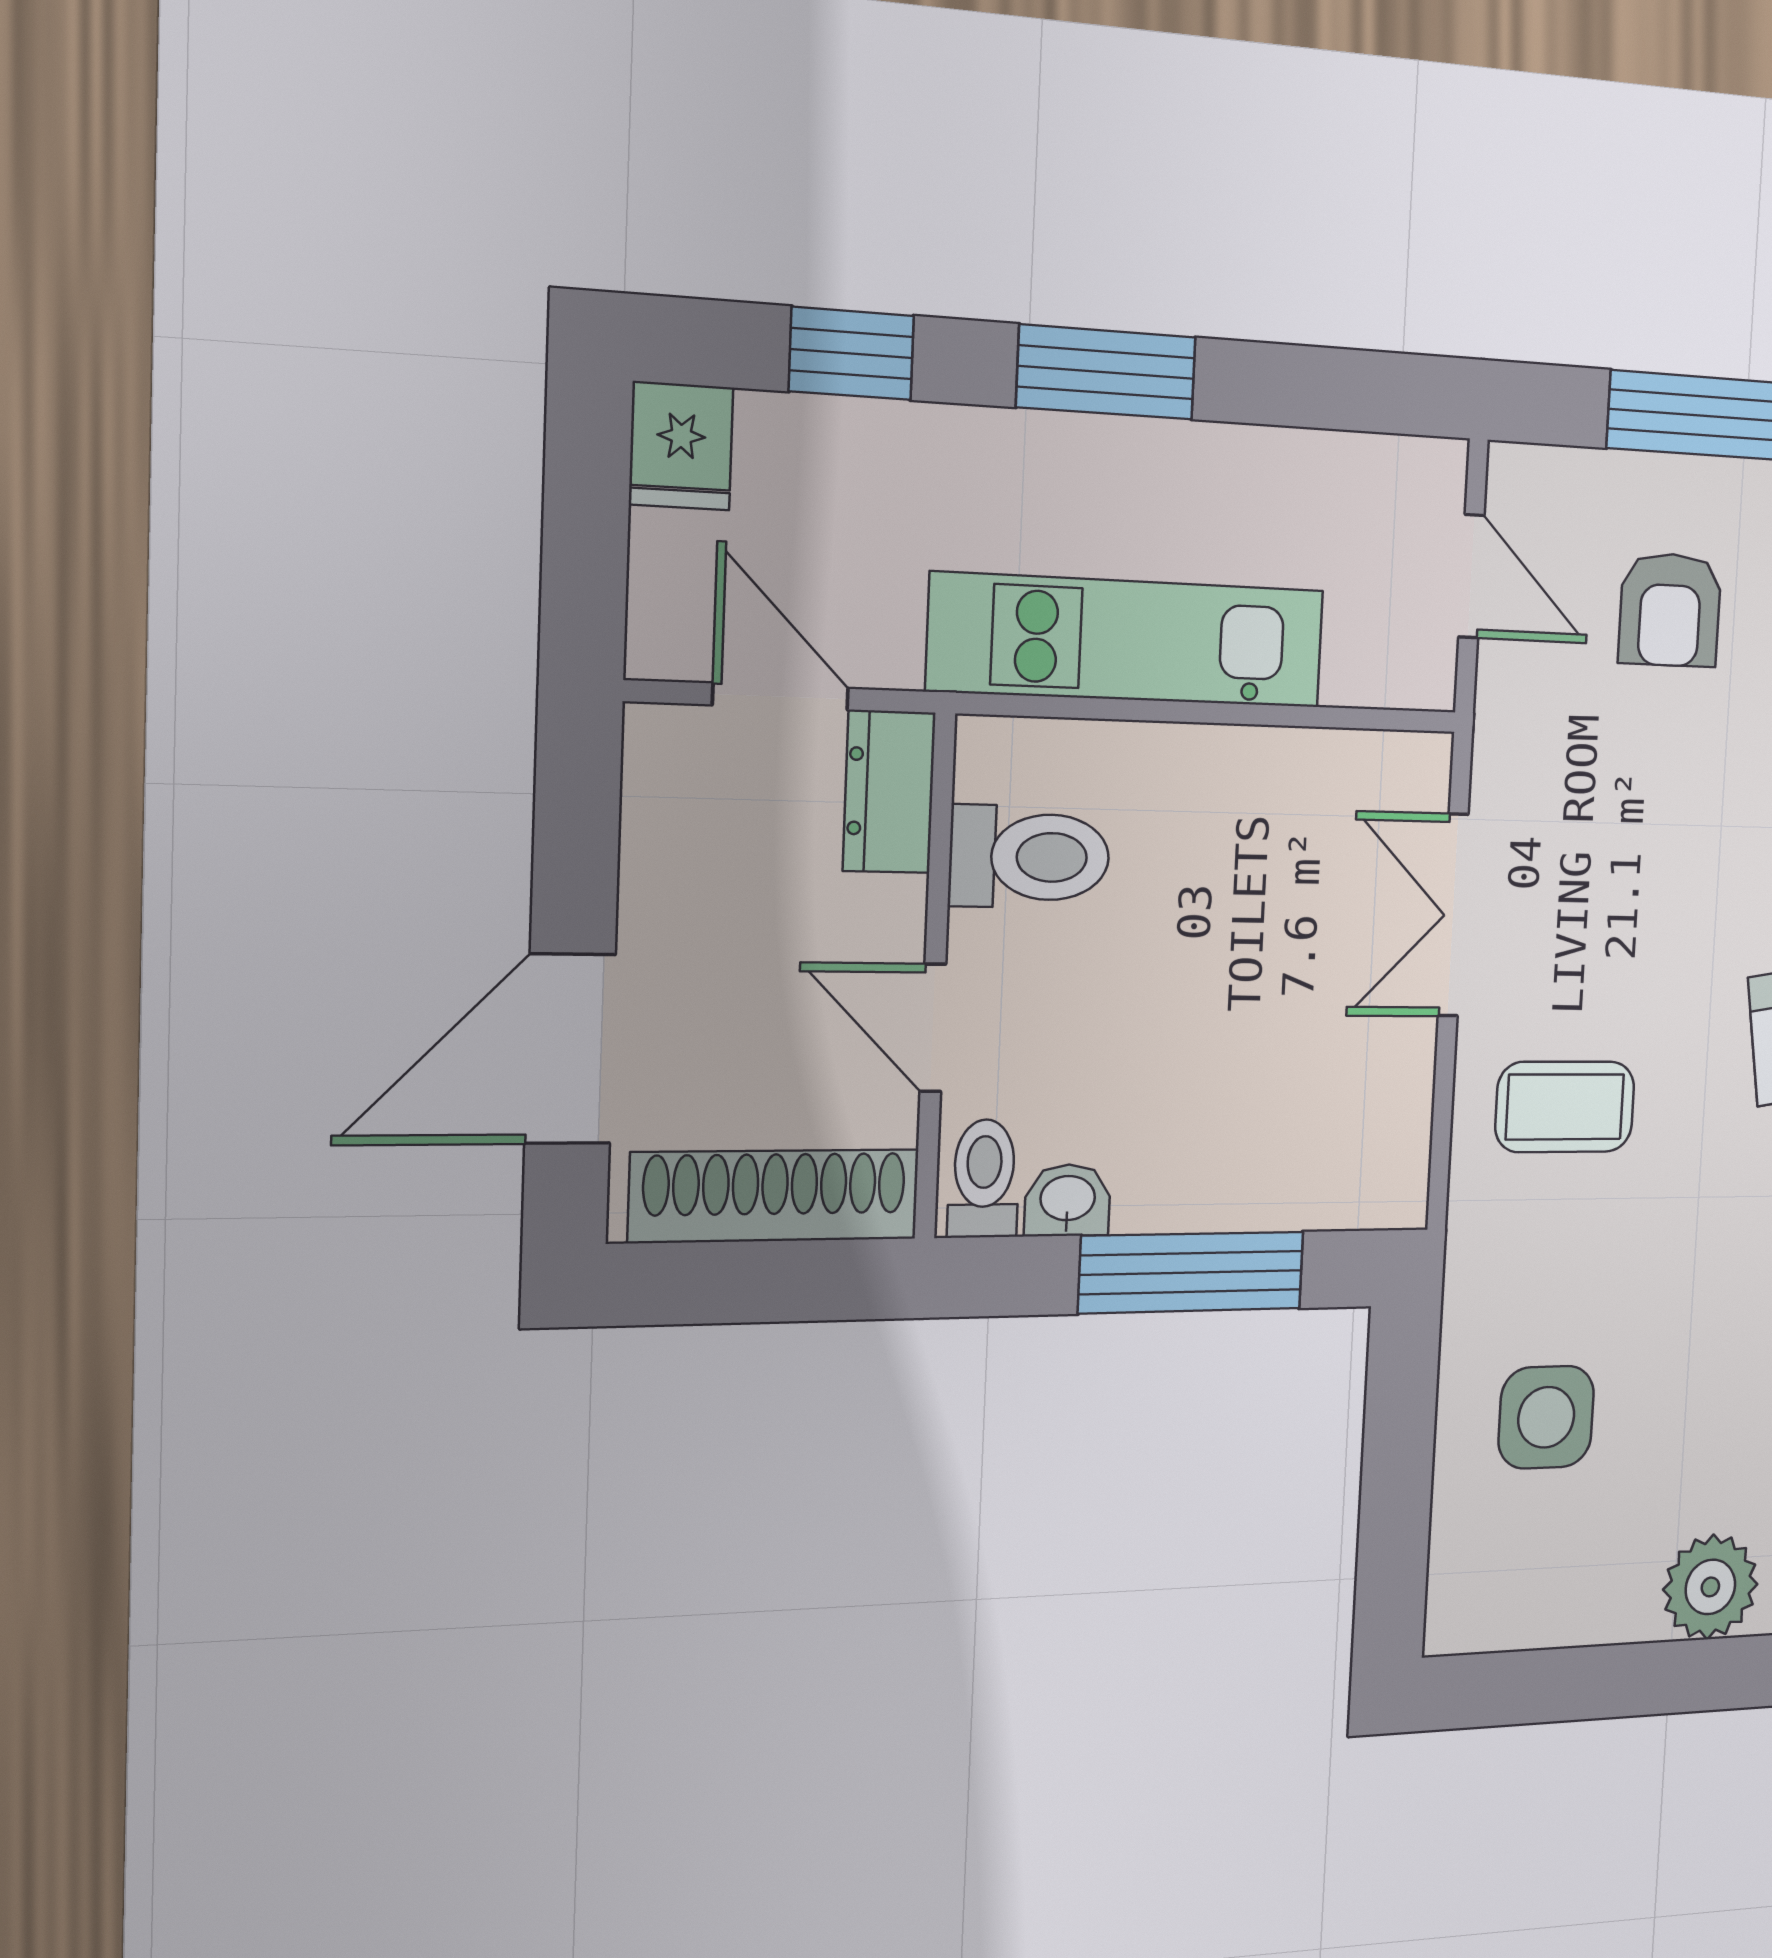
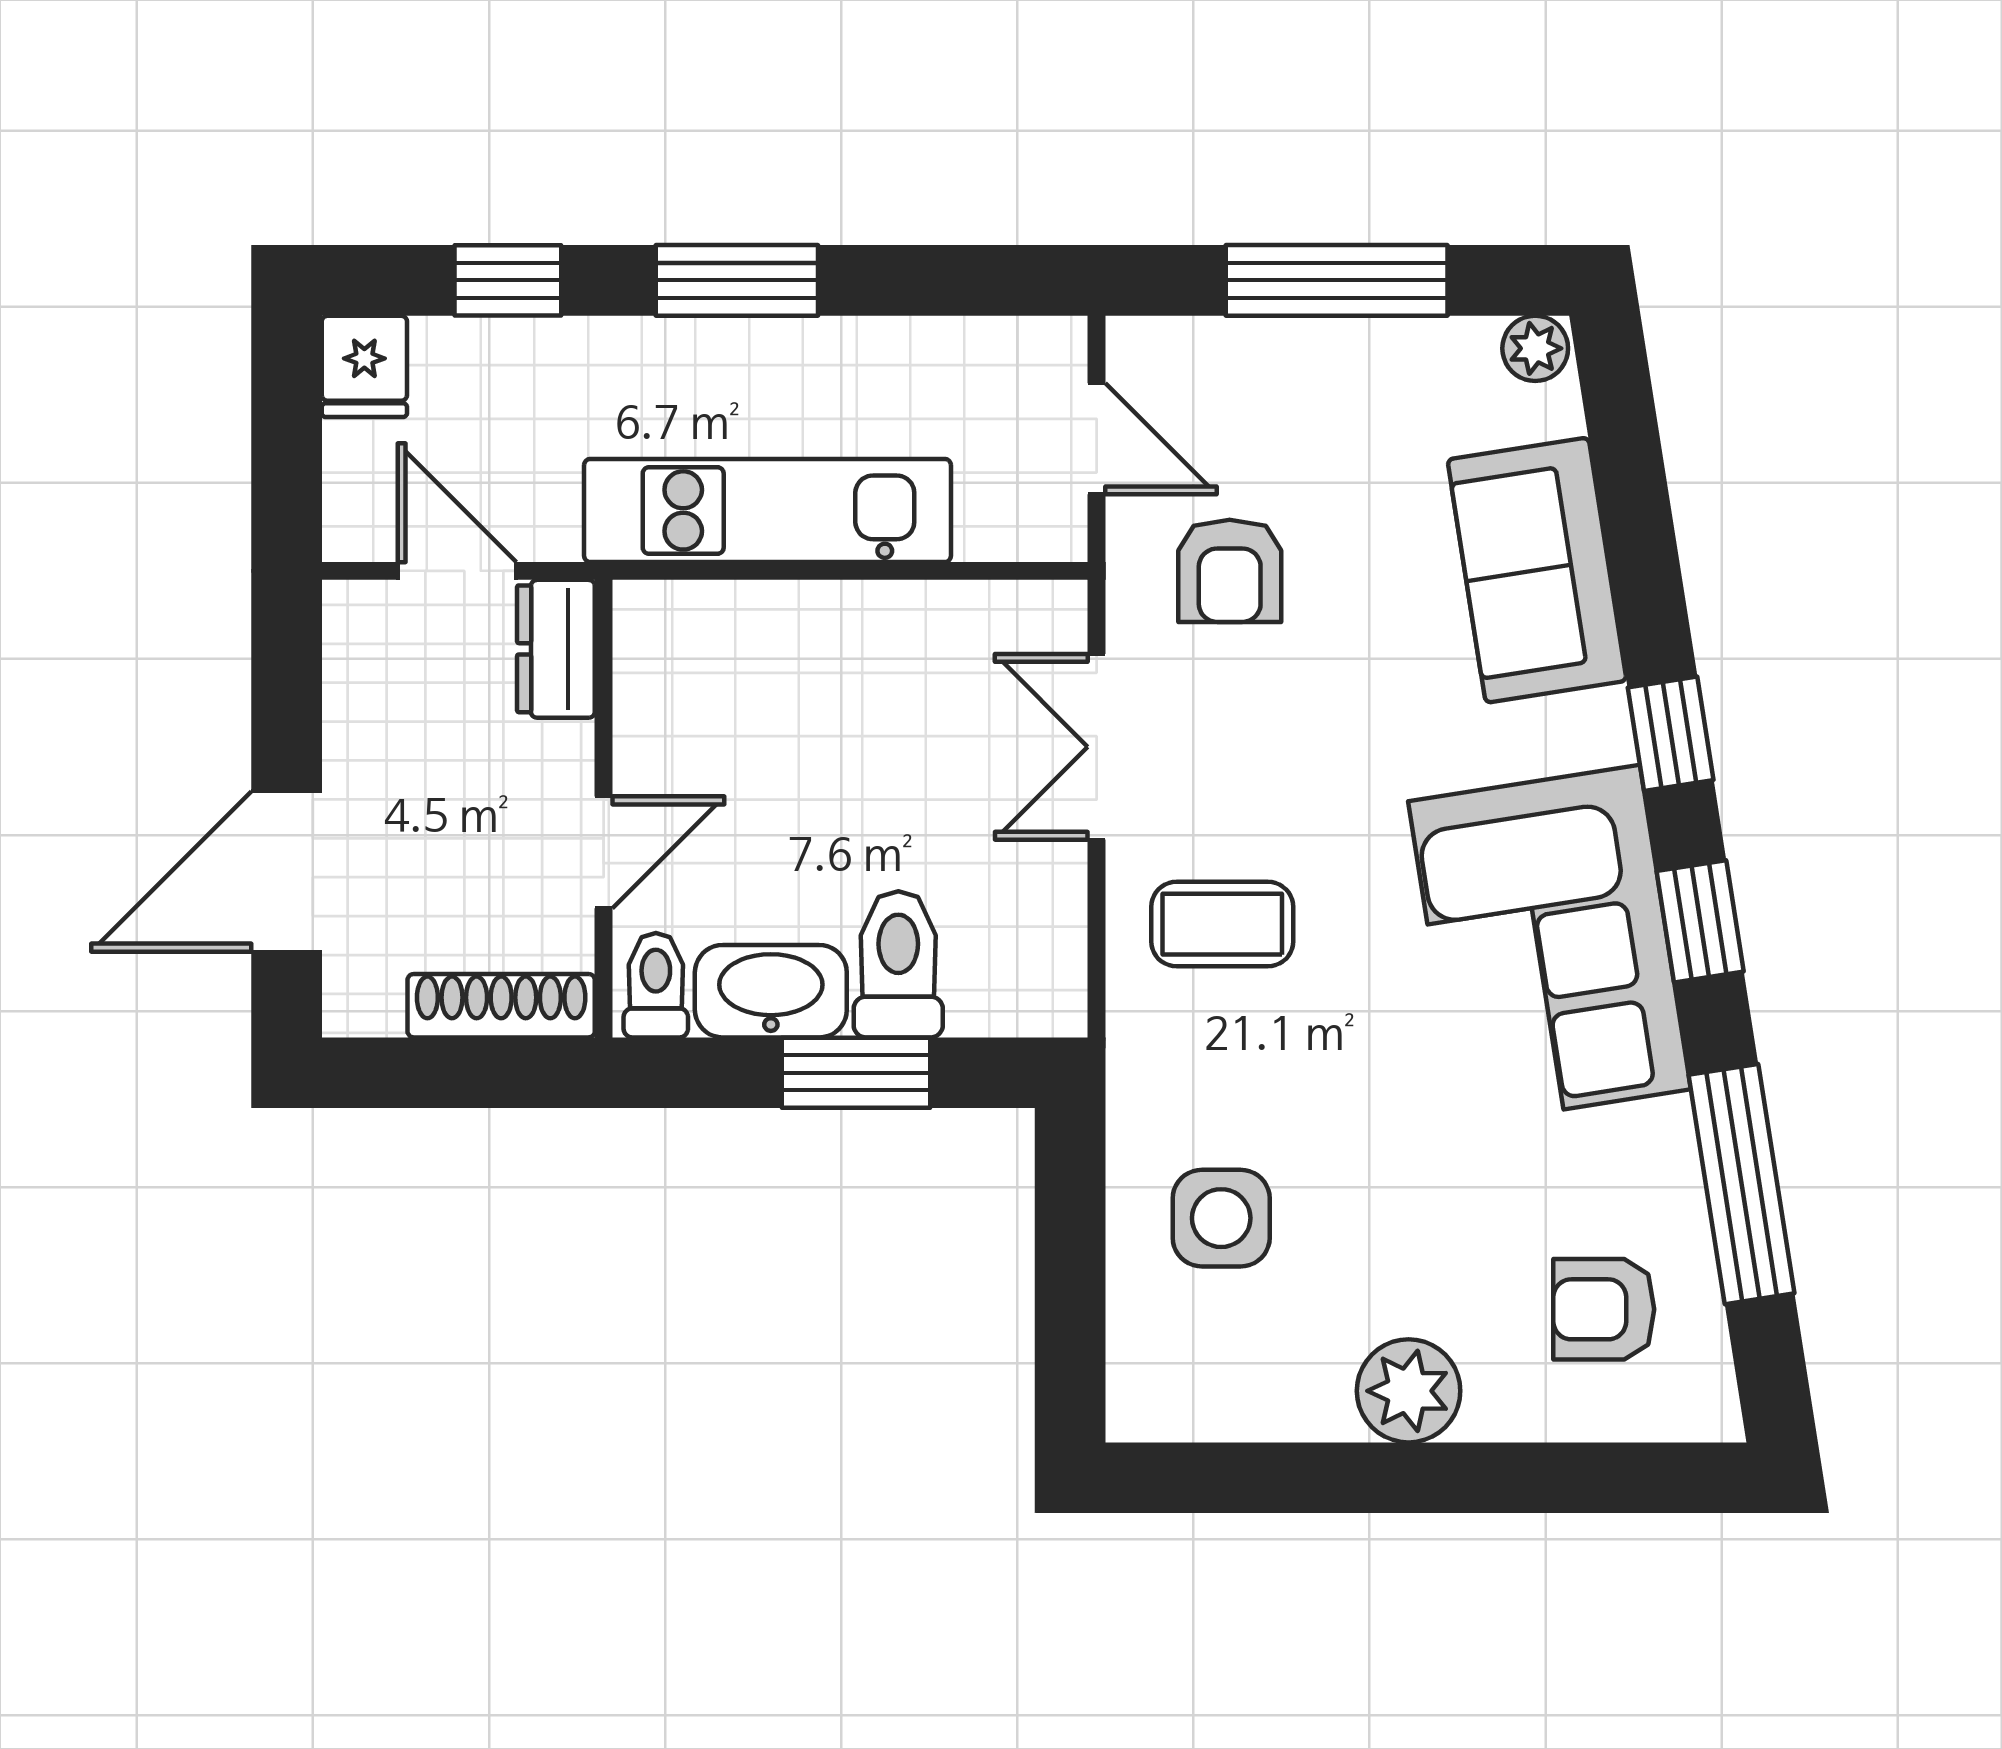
armchair: (1670, 610) -> (1230, 571), moved
toilet: (1030, 857) -> (898, 964), moved, turned -90
door: (933, 1028) -> (604, 852), swing flipped
shoe rack: (775, 1196) -> (501, 1006), width x0.74, depth x0.81
washbasin: (1068, 1200) -> (771, 991), width x1.91, depth x1.45
window: (1192, 1272) -> (856, 1073), width x0.69

